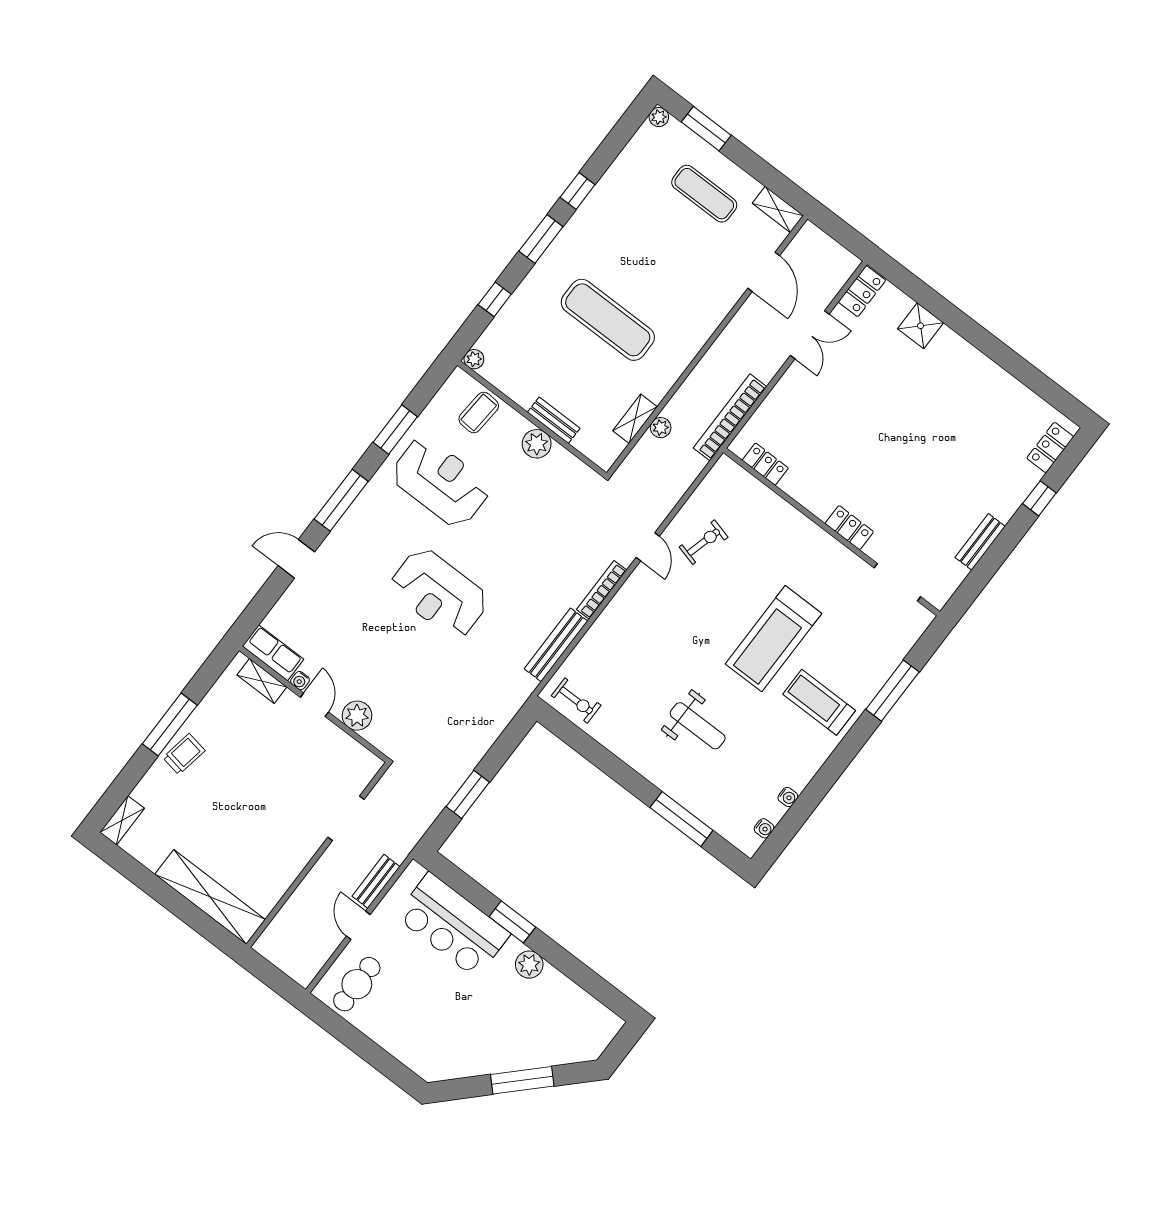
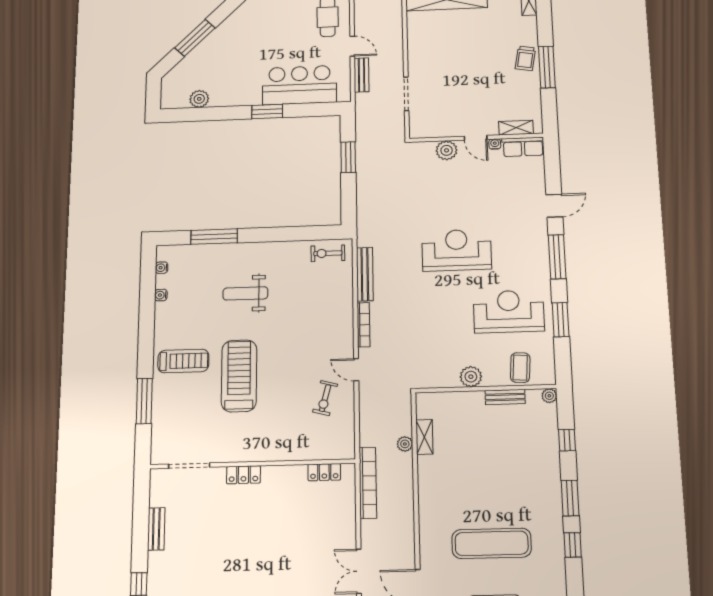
exercise mat: (608, 320) -> (492, 543), moved
bench: (554, 420) -> (505, 397), moved
reception desk: (441, 482) -> (509, 311), turned 180
plant: (529, 965) -> (199, 99), moved

